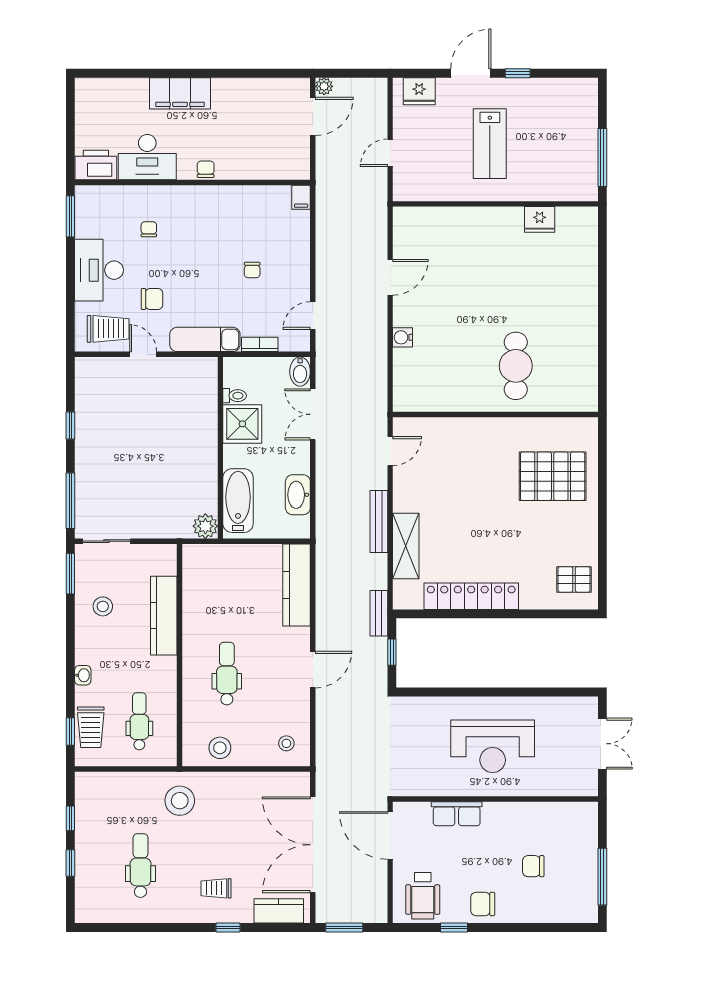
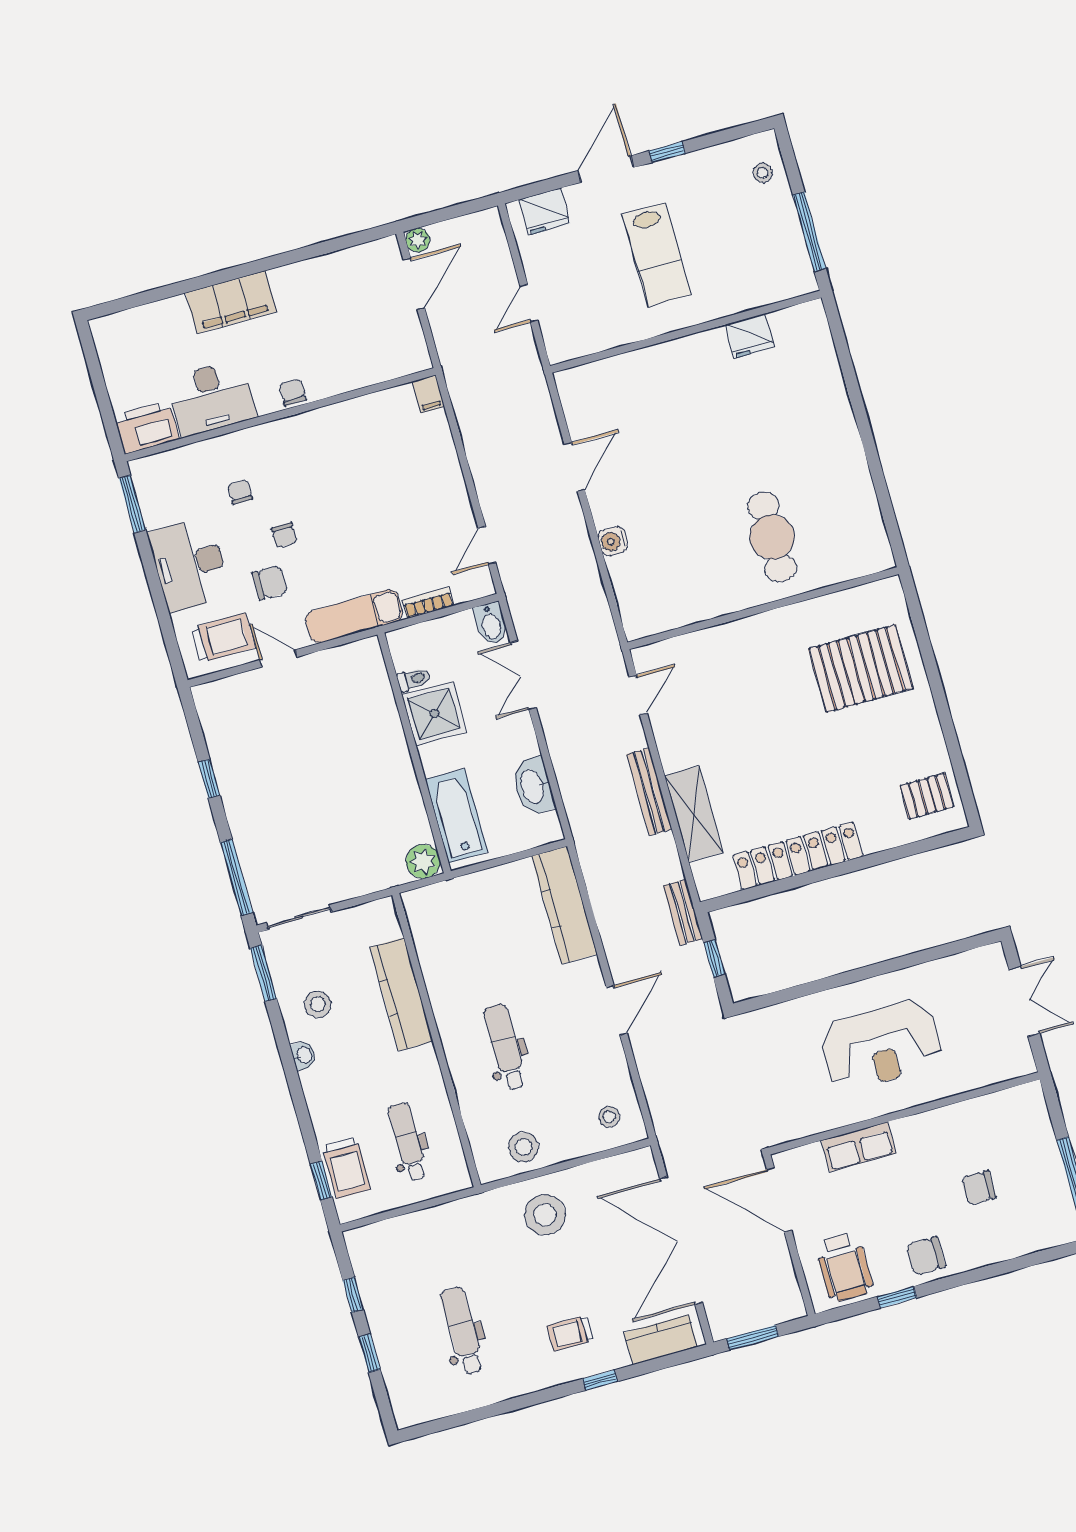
stool: (581, 107) -> (763, 173), added
chair: (252, 270) -> (284, 535), moved
washbasin: (83, 675) -> (304, 1055), moved
stool: (180, 801) -> (545, 1215), moved

